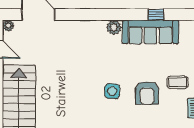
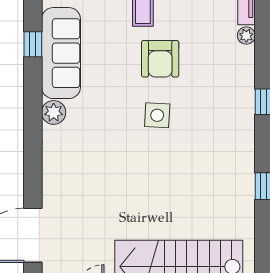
armchair: (147, 93) -> (160, 59), turned 90

